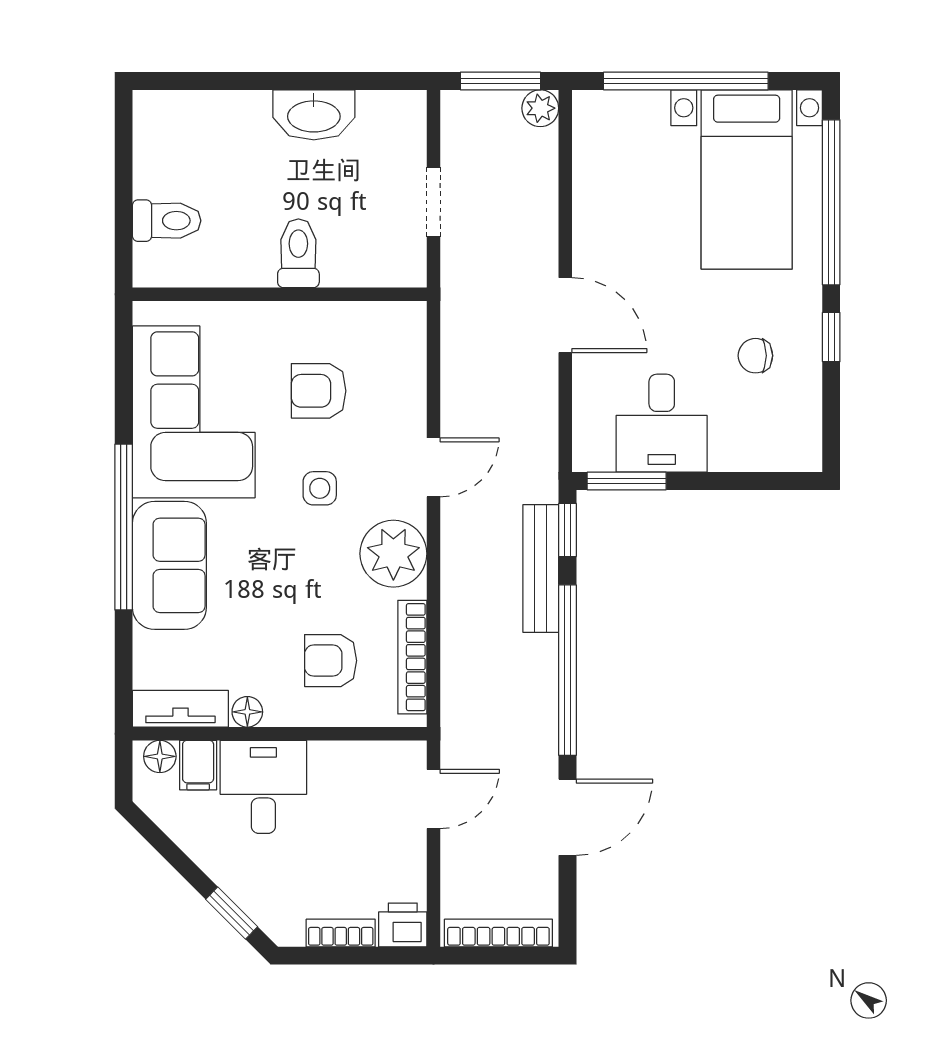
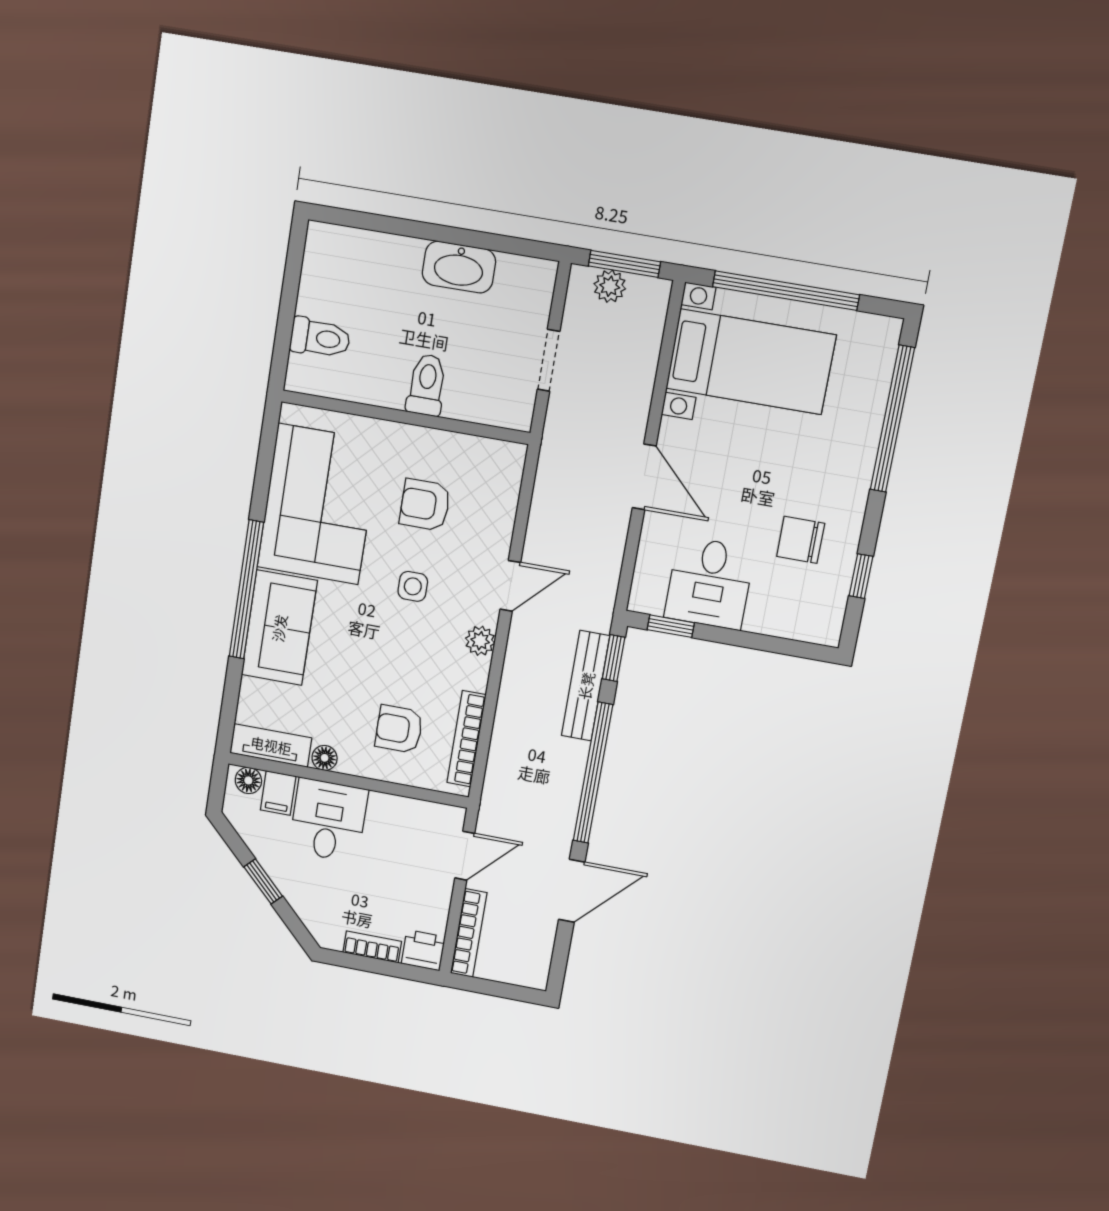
plant: (540, 108) -> (610, 286), moved
bed with nightstands: (747, 179) -> (751, 362), moved, turned -90
window: (831, 337) -> (861, 576), moved
chair: (755, 356) -> (801, 540), width x1.37, depth x1.37
window: (627, 481) -> (671, 626), width x0.67
plant: (393, 554) -> (480, 641), width x0.53, depth x0.53
window: (232, 913) -> (263, 881), moved
bookcase: (498, 933) -> (469, 933), moved, turned 90

